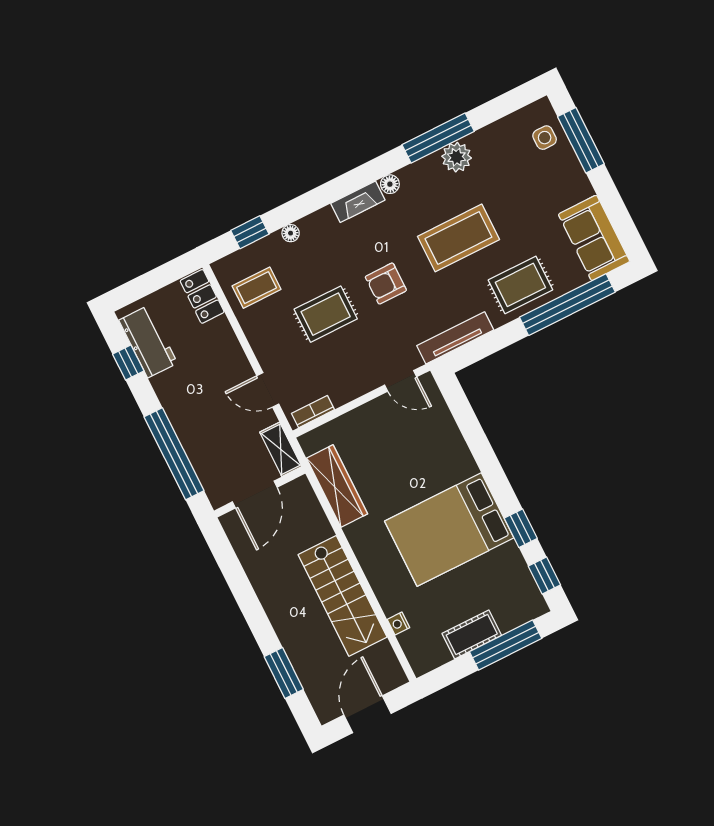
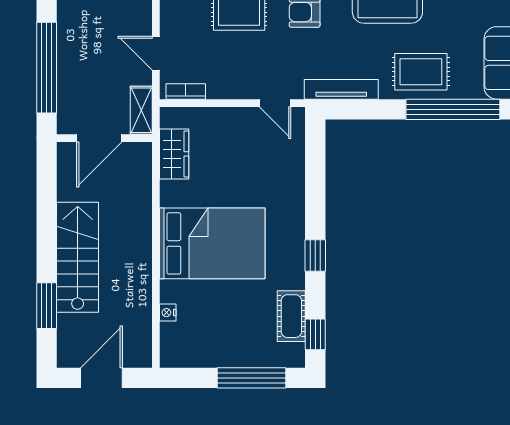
wardrobe: (337, 486) -> (174, 154), width x0.67
window: (521, 528) -> (315, 255), moved
bed: (449, 530) -> (212, 243), moved, turned 180
stairs: (343, 596) -> (78, 257), moved, turned 180
cot: (472, 634) -> (291, 316), moved, turned 90

